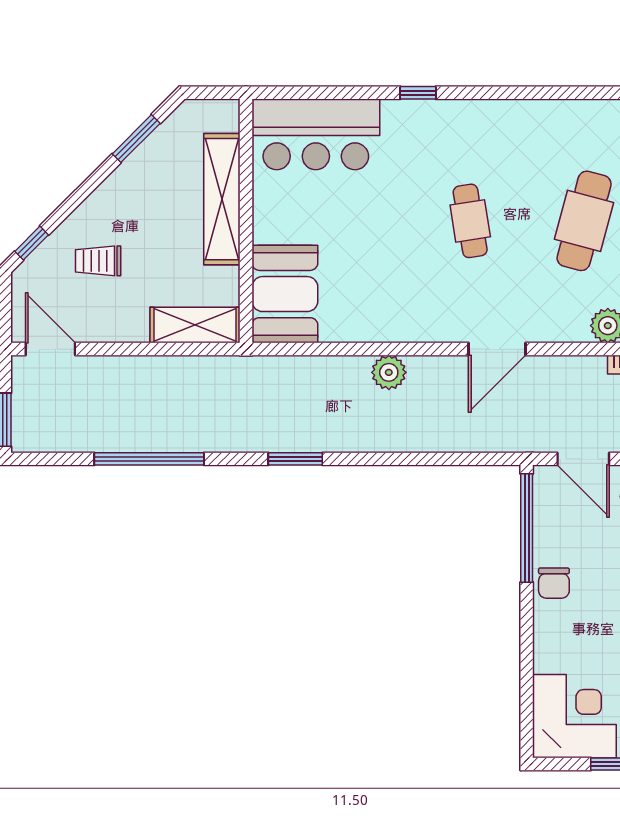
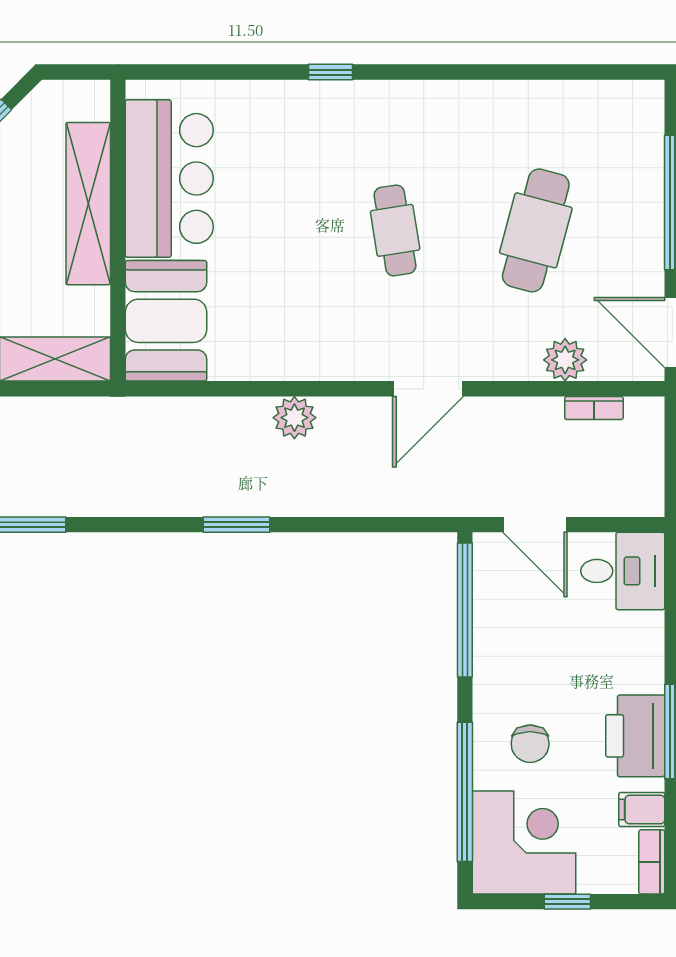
bar counter: (316, 134) -> (169, 178), moved, turned -90
window: (295, 459) -> (236, 525), moved
chair: (554, 583) -> (530, 744), moved
window: (527, 675) -> (465, 792), added

